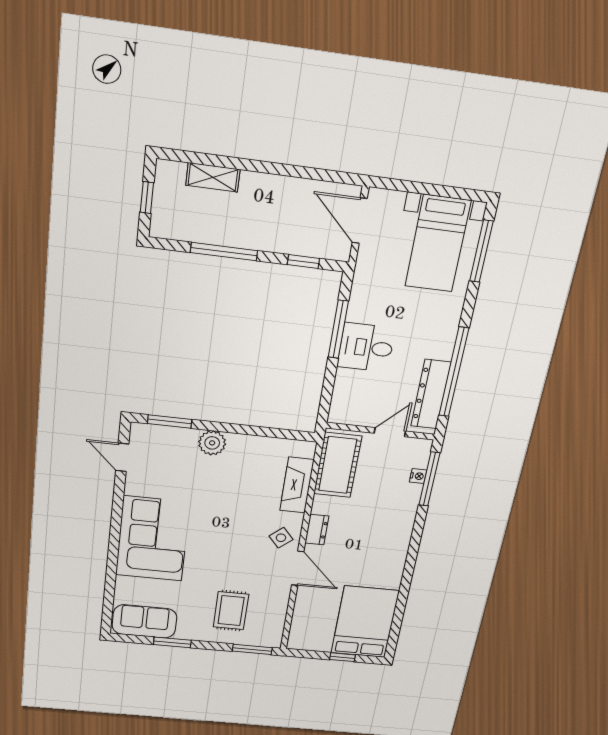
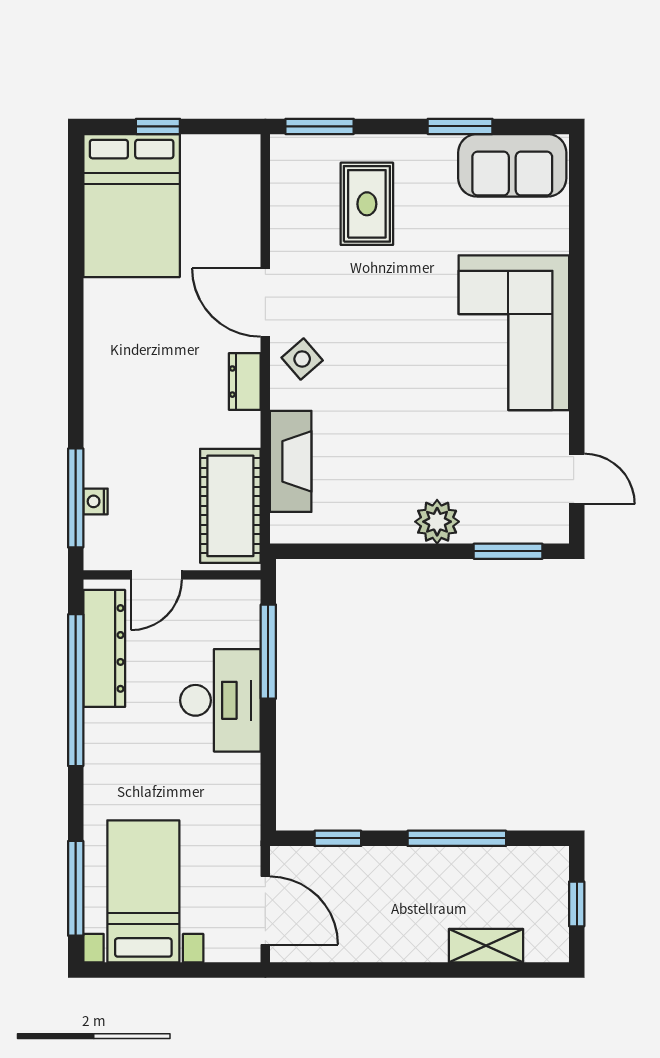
window: (338, 329) -> (268, 652), moved
desk: (366, 347) -> (220, 700), width x1.37

